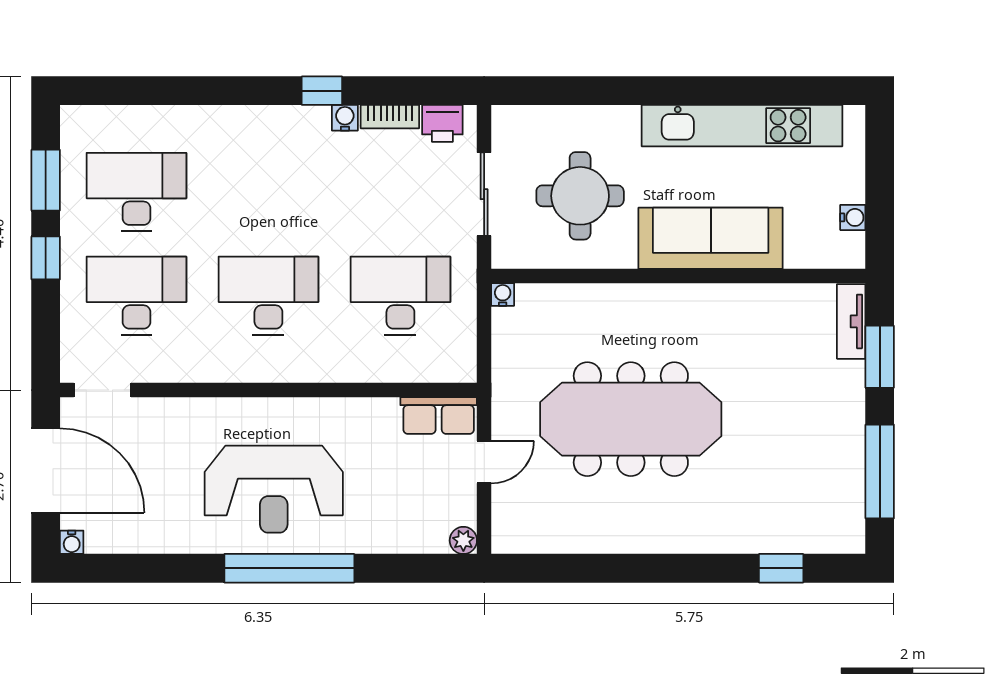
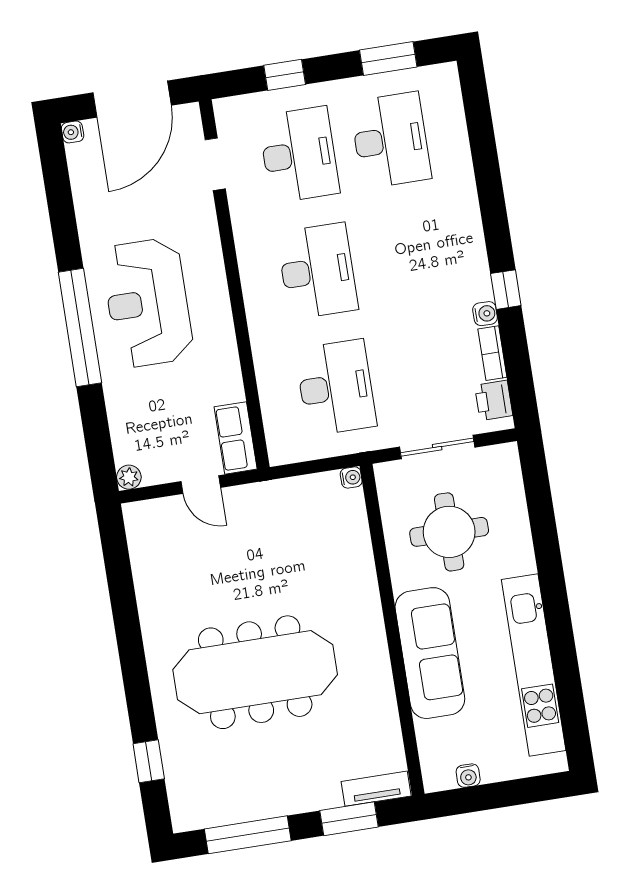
window: (46, 258) -> (285, 75), moved
doorway: (102, 390) -> (215, 164), moved
meeting table: (631, 419) -> (255, 672), moved, turned 90

